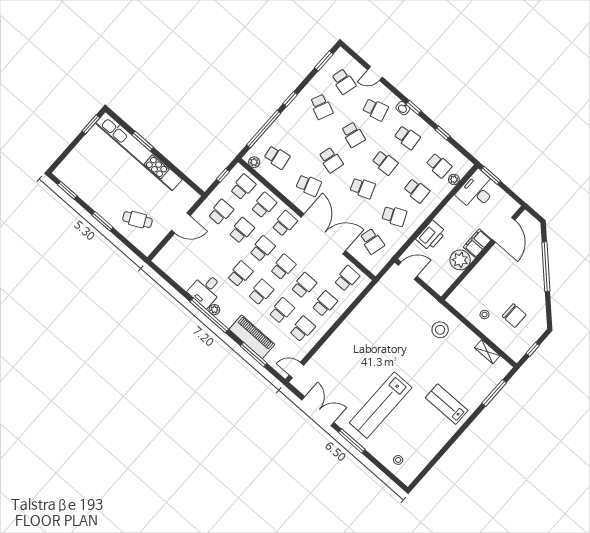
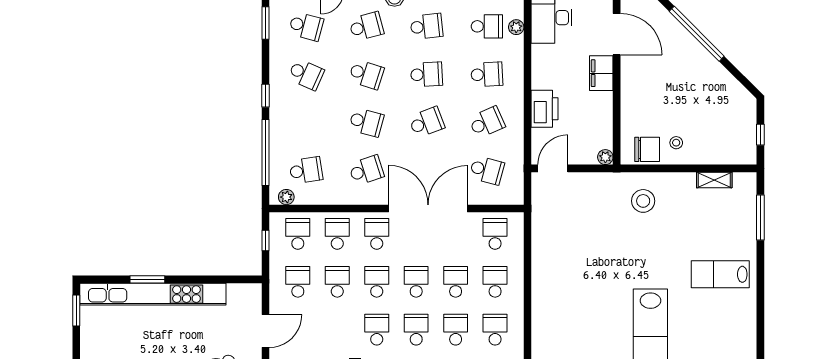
plant: (460, 260) -> (605, 157), moved, width x0.53, depth x0.53
chair: (514, 315) -> (647, 149), moved

